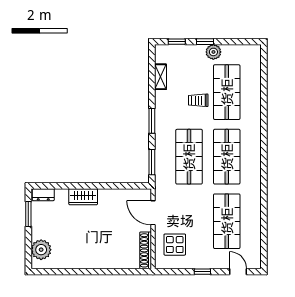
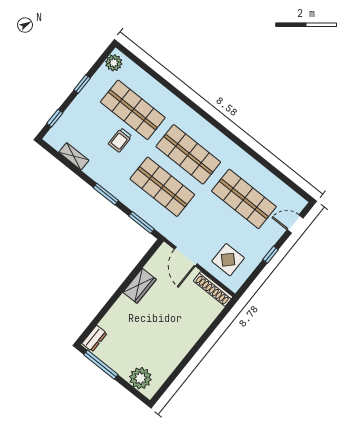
window: (205, 42) -> (82, 84), moved
plant: (213, 52) -> (114, 63), moved
wardrobe: (83, 197) -> (140, 286), moved
door: (153, 213) -> (186, 256), hinge flipped
window: (28, 214) -> (101, 365), width x1.44

